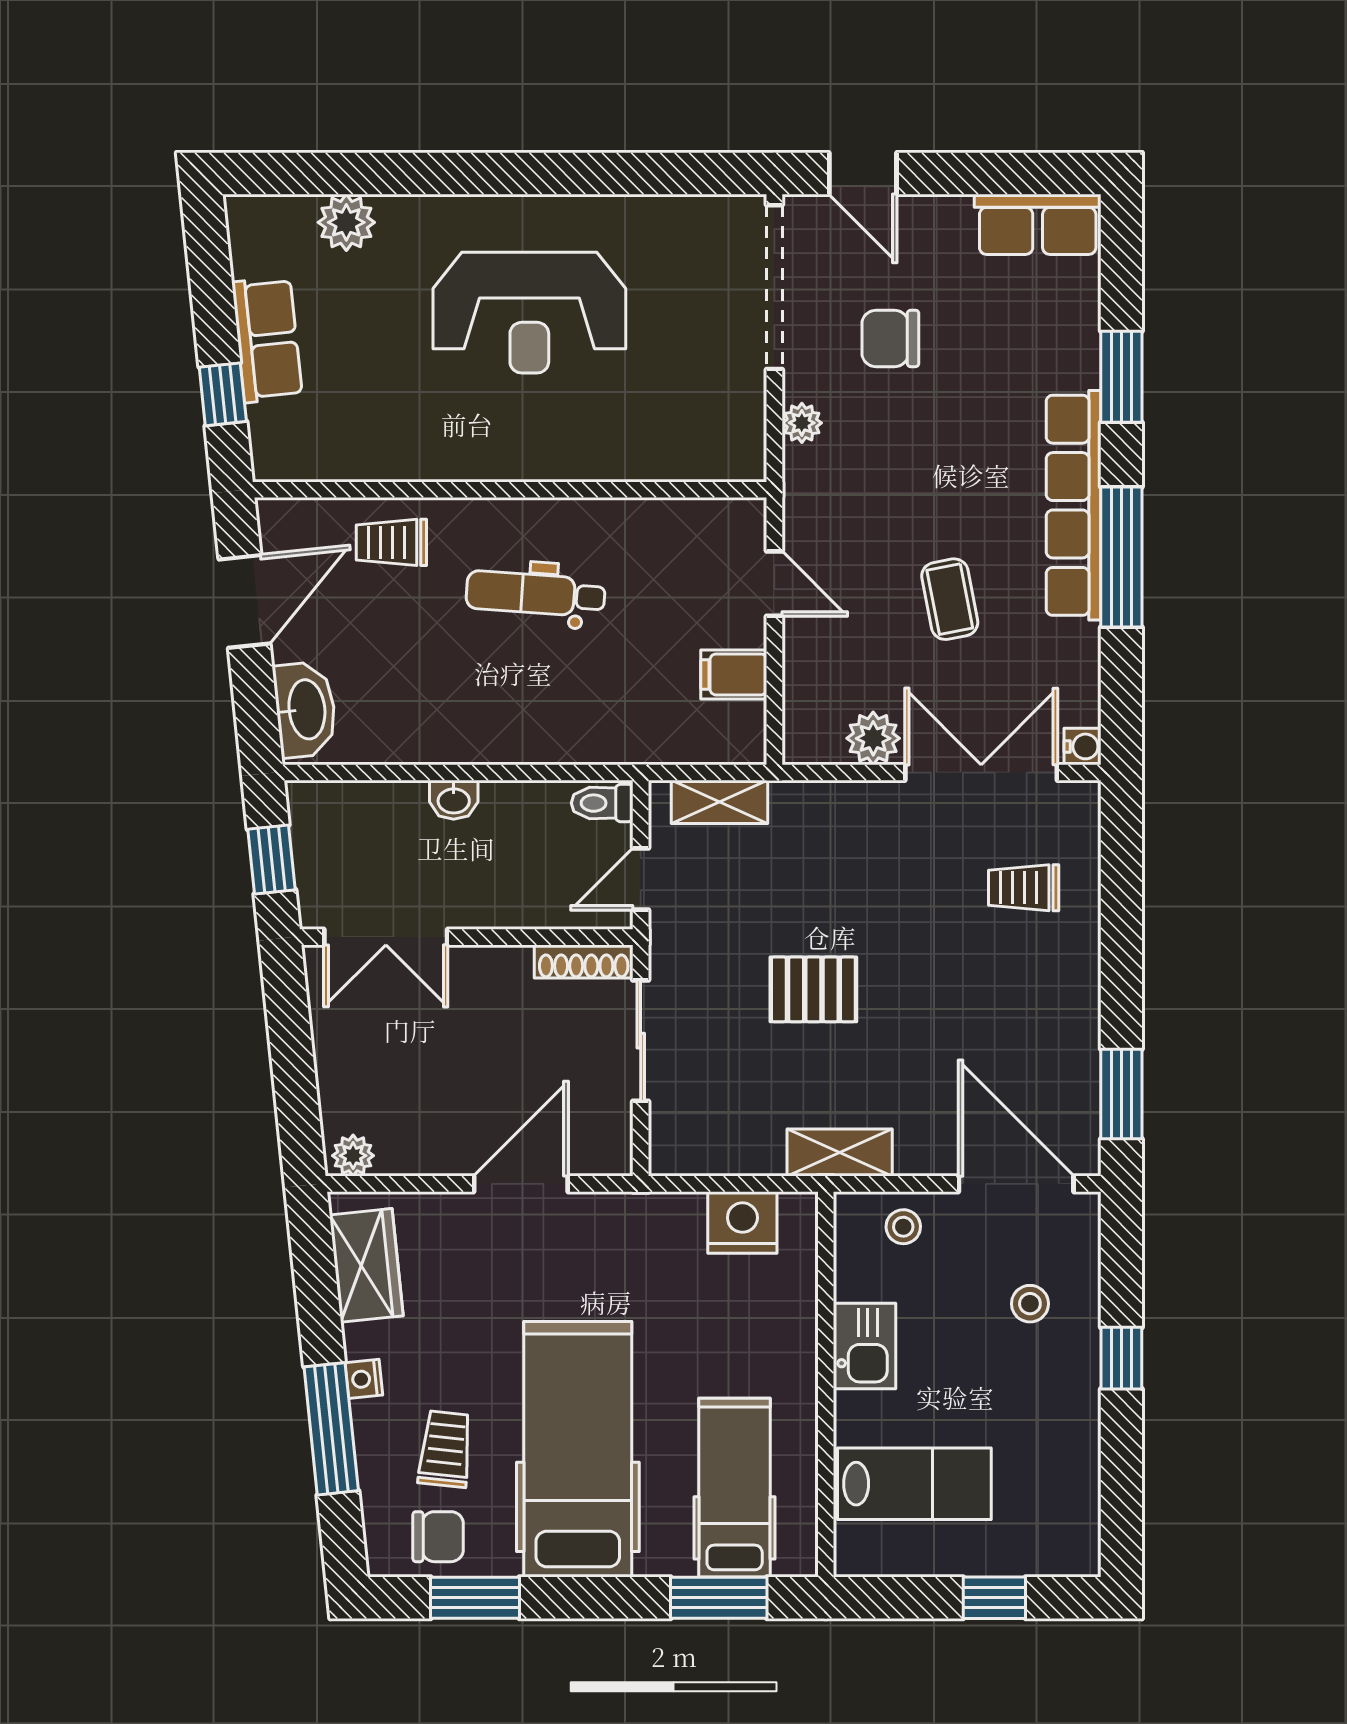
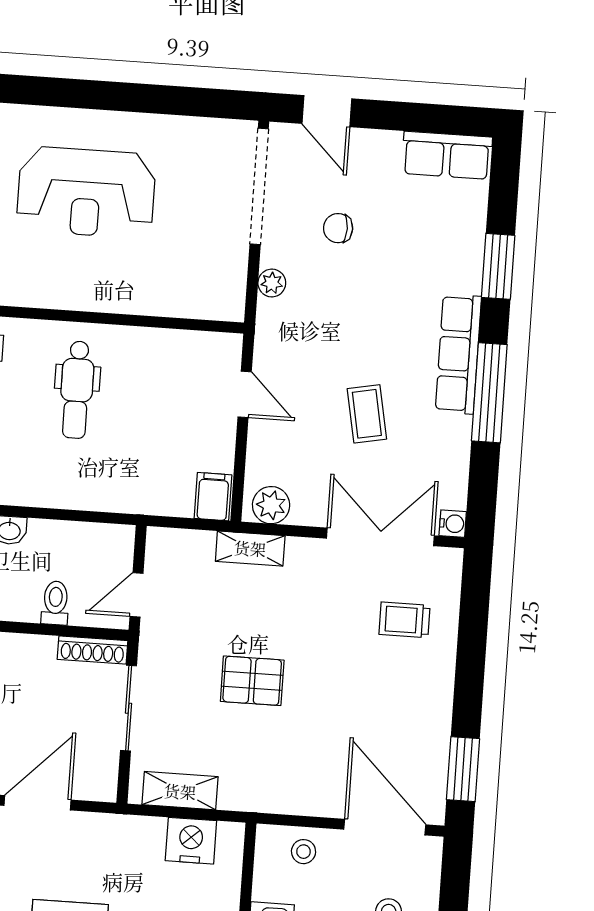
chair: (890, 338) -> (338, 228), width x0.73, depth x0.73
row of seats: (1074, 505) -> (458, 354), width x0.73
dental chair: (536, 594) -> (77, 390), turned -94
filing cabinet: (734, 674) -> (213, 497), moved, turned 90
plant: (873, 738) -> (271, 505), moved
shelving: (719, 802) -> (250, 548), moved
toilet: (602, 803) -> (55, 603), moved, turned 90
shelving: (840, 1152) -> (180, 791), moved

